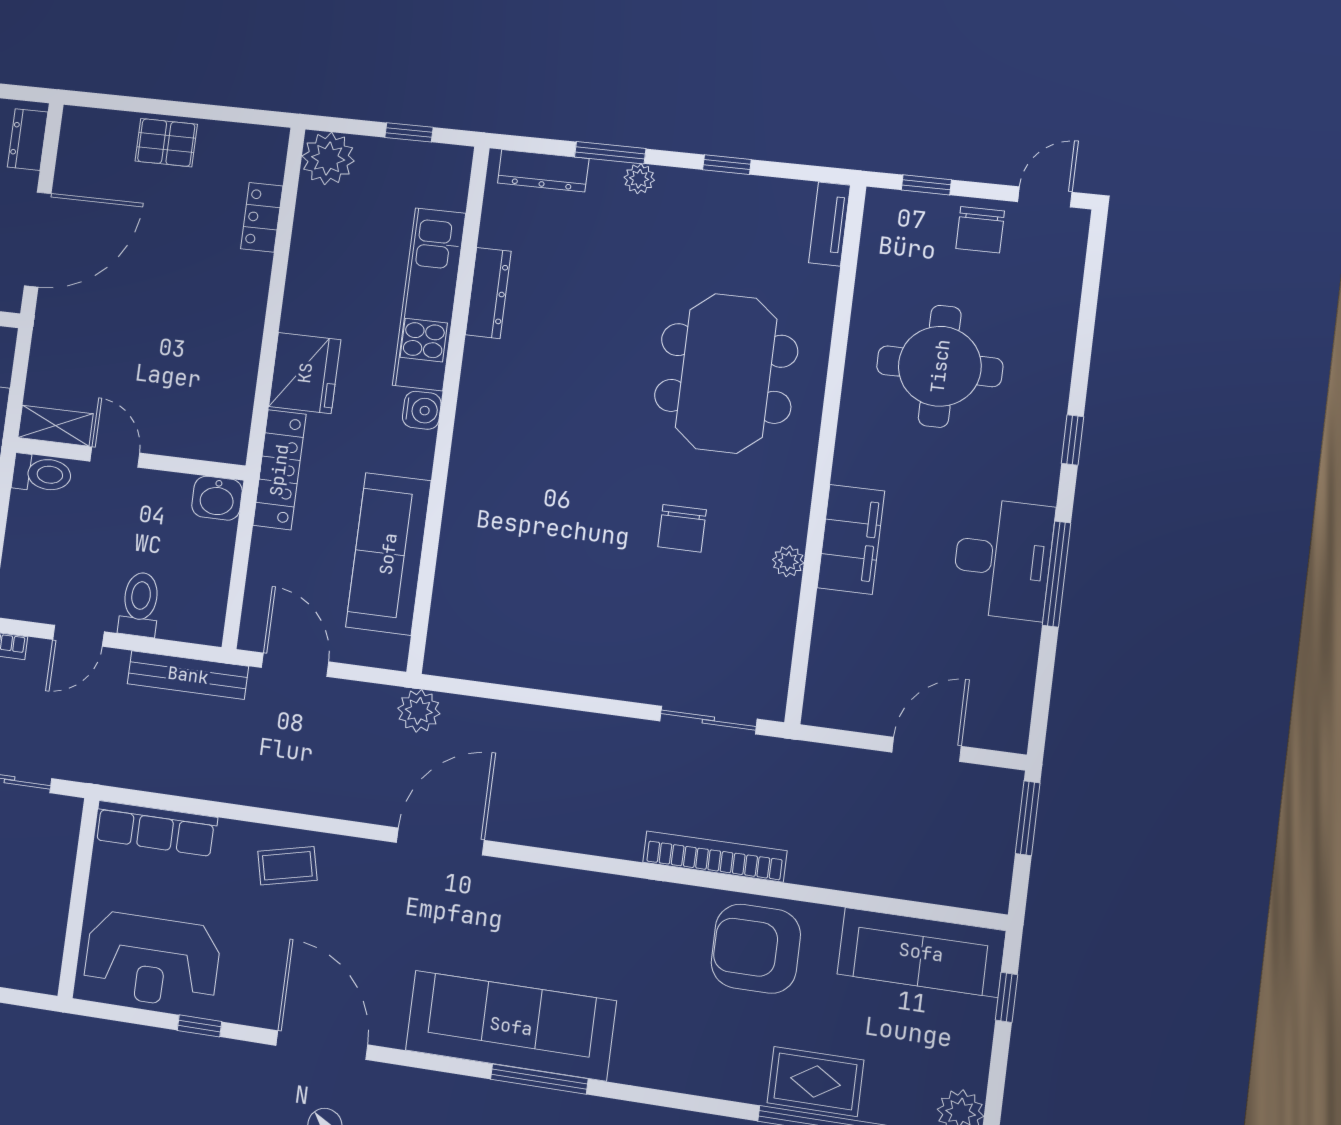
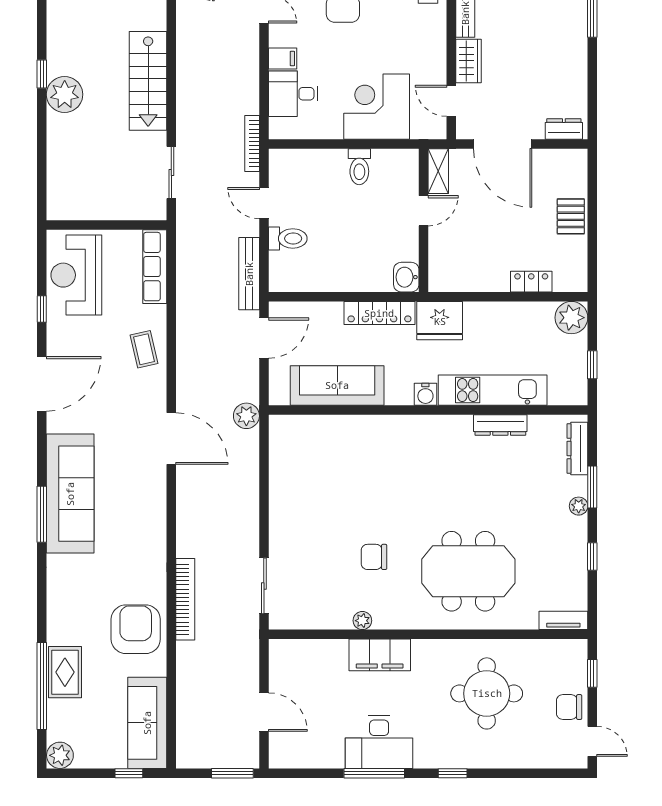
shelving: (56, 426) -> (438, 171), moved
door: (115, 457) -> (423, 211), moved
wall: (130, 459) -> (423, 220), moved
washbasin: (217, 498) -> (406, 277), moved

